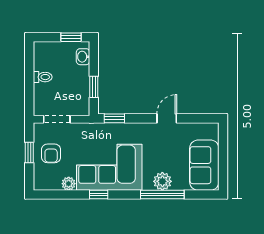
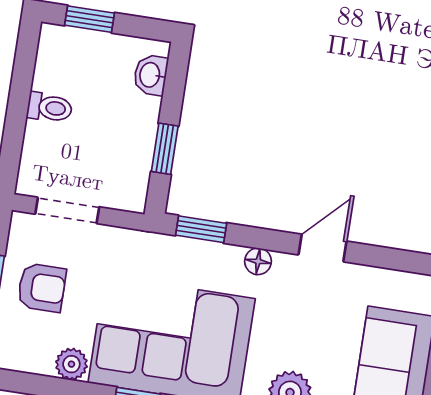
window: (71, 37) -> (90, 19), moved
floor lamp: (140, 128) -> (258, 261), added
armchair: (51, 153) -> (42, 288), turned -90

